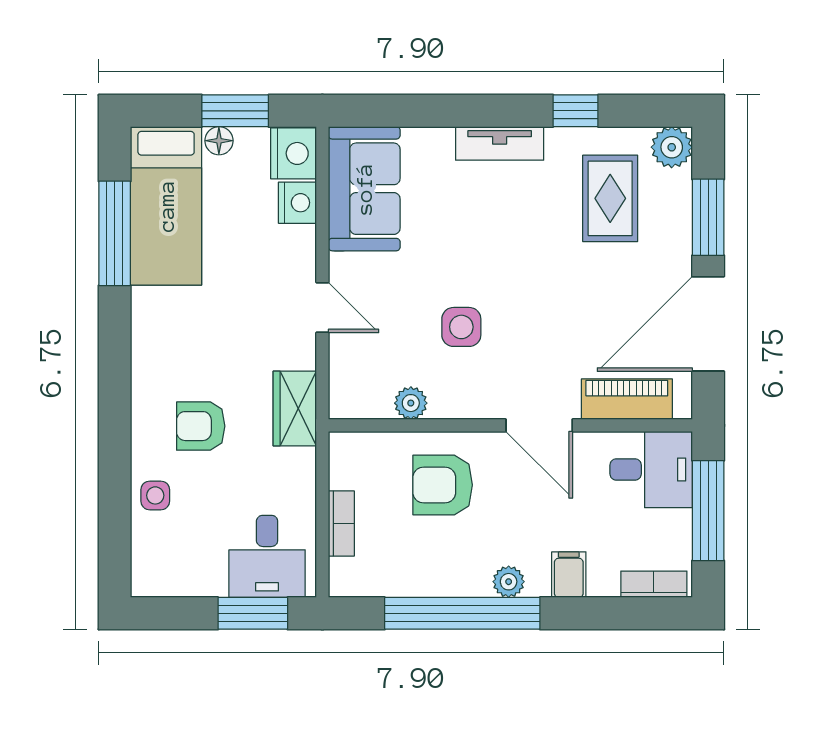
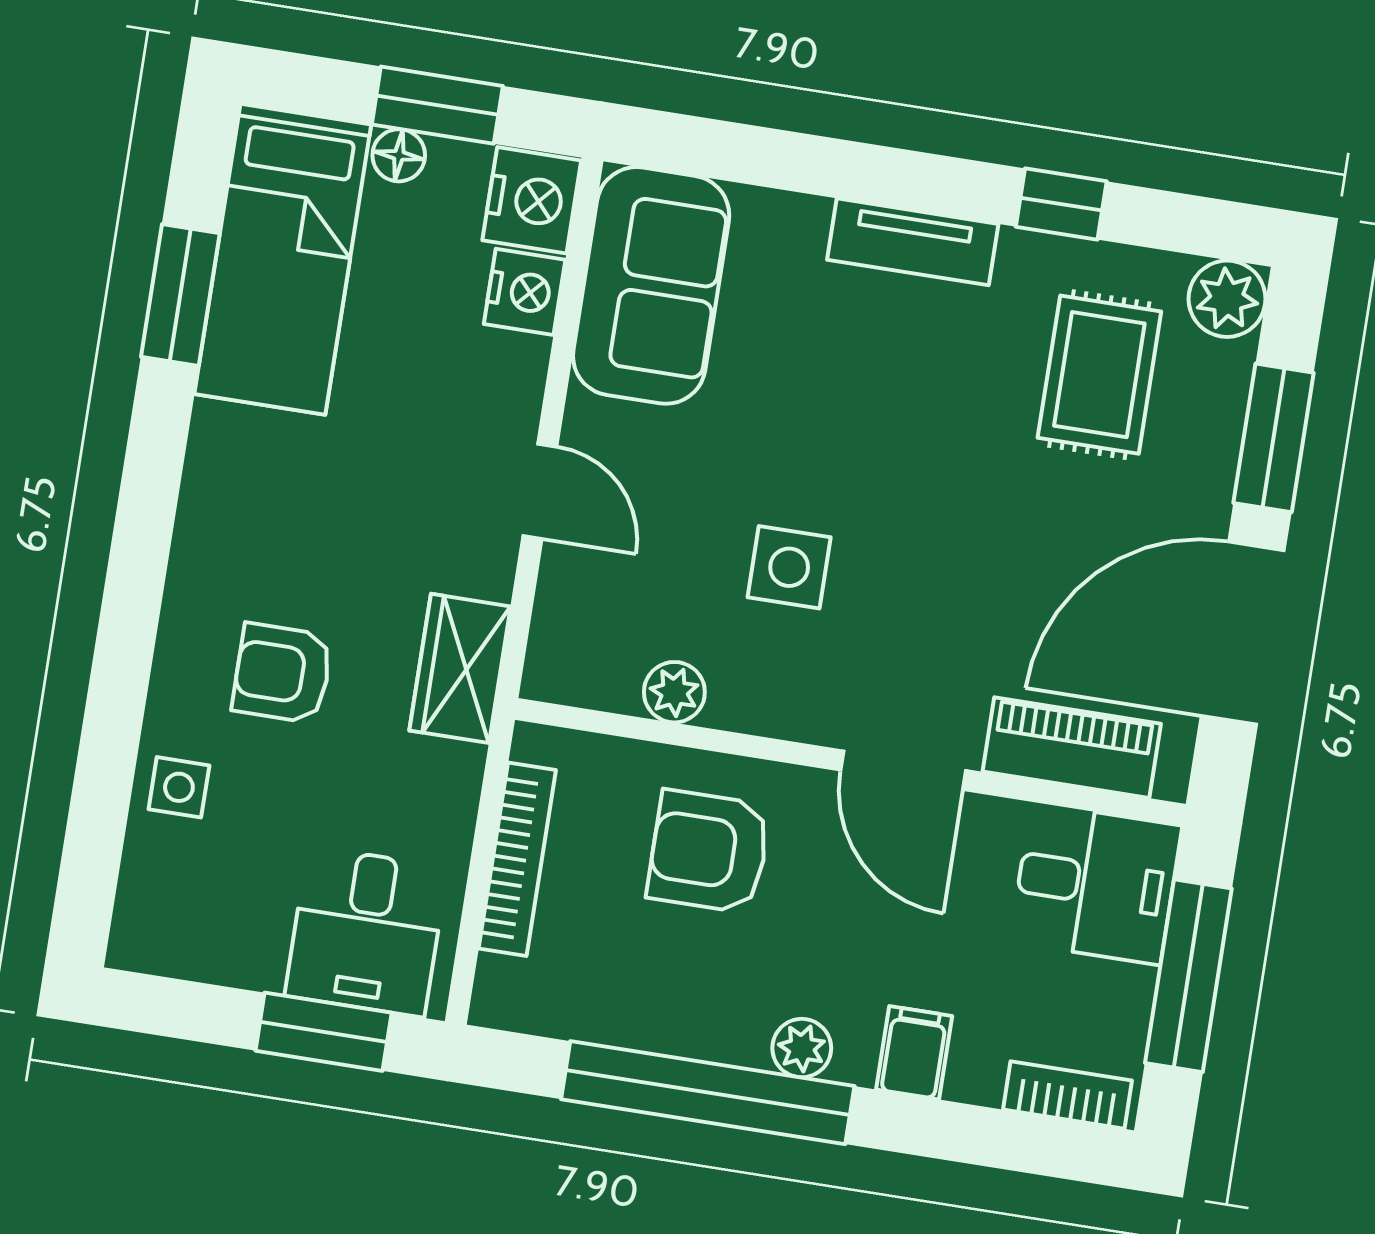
window: (115, 233) -> (180, 295), width x0.69
bookcase: (341, 523) -> (517, 859), width x1.56

